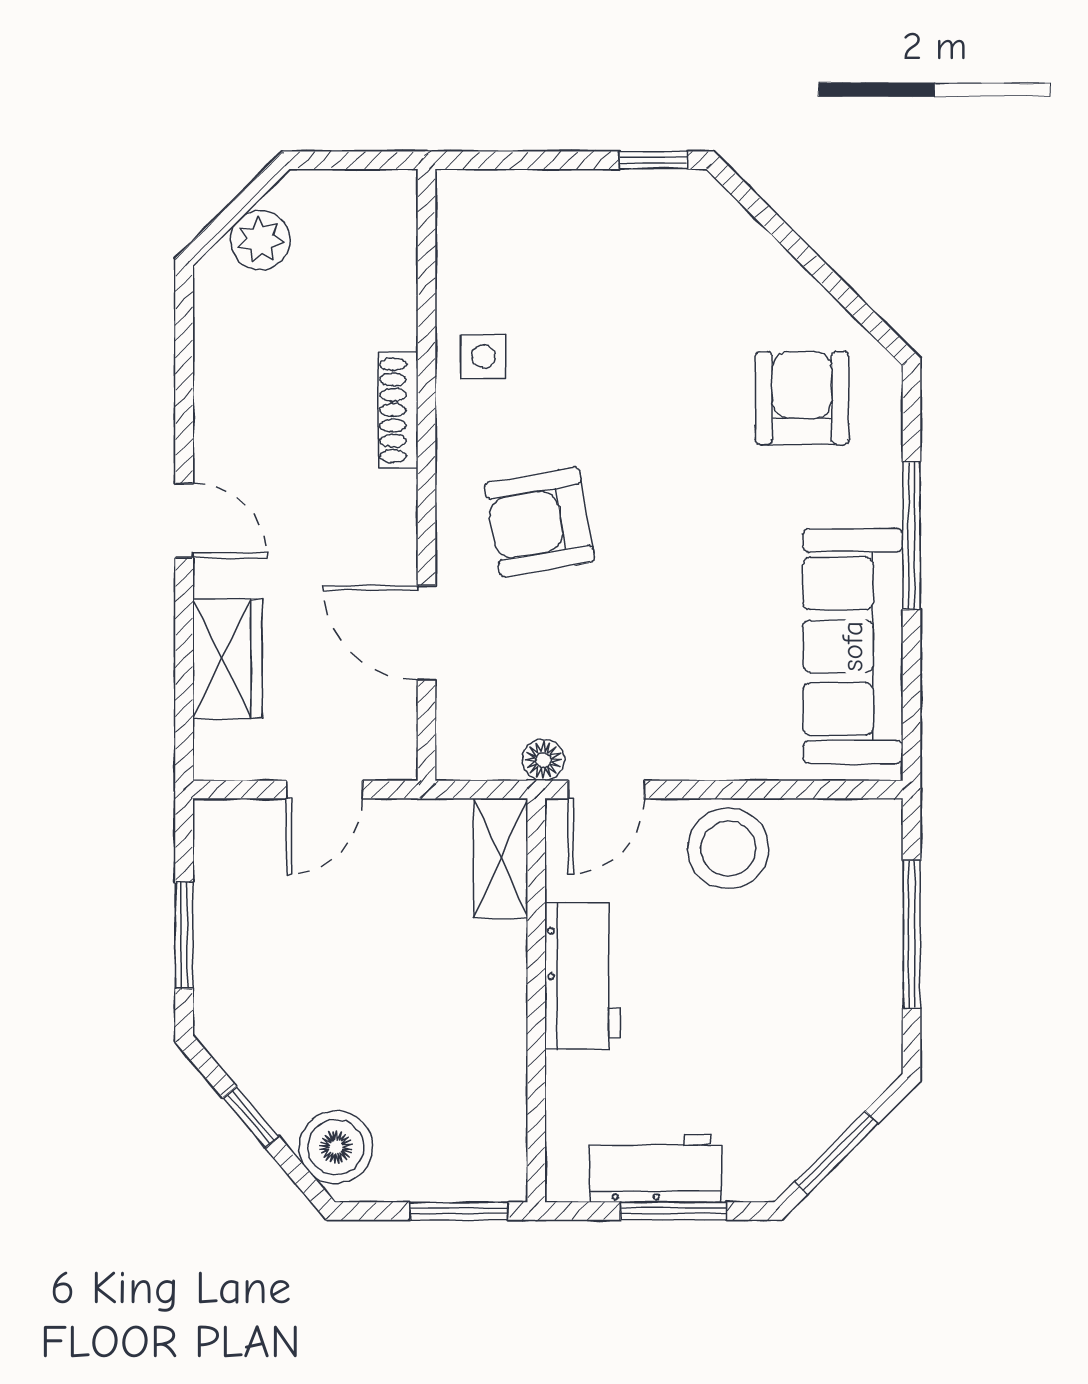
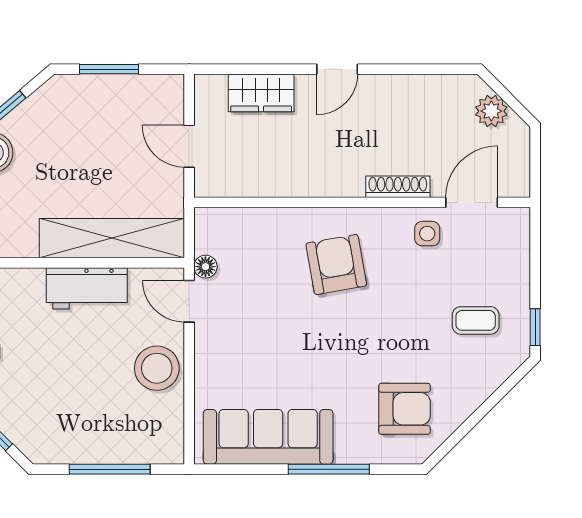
coffee table: (641, 269) -> (476, 320), added
door: (427, 633) -> (472, 202), moved
shelving: (501, 858) -> (112, 238), width x2.20, depth x1.33

